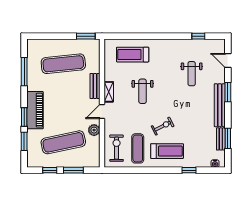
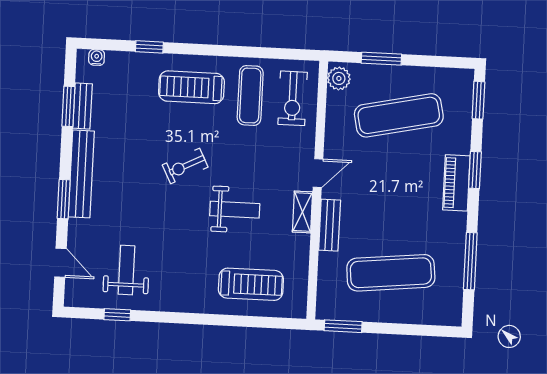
weight bench: (192, 74) -> (126, 270), moved
weight bench: (143, 91) -> (235, 210), turned 90
piano: (35, 110) -> (456, 183), width x0.73, depth x0.75
exercise bike: (163, 126) -> (185, 166), moved
plant: (94, 130) -> (339, 78), moved
window: (24, 141) -> (478, 100), moved
window: (50, 170) -> (429, 61), removed

